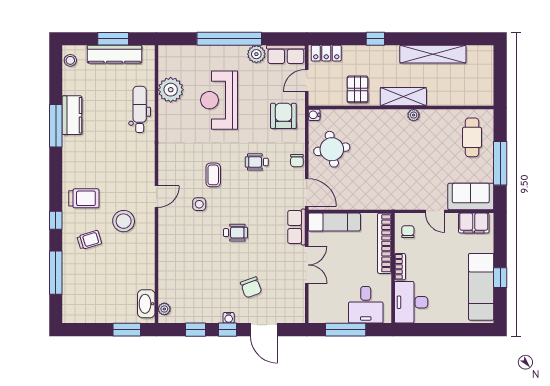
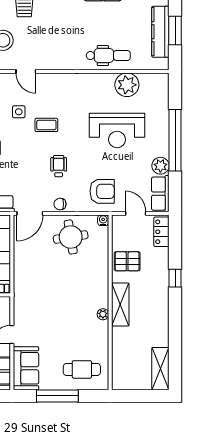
shelving: (433, 54) -> (160, 369), moved, width x0.68
reception desk: (219, 100) -> (117, 130), turned 180

